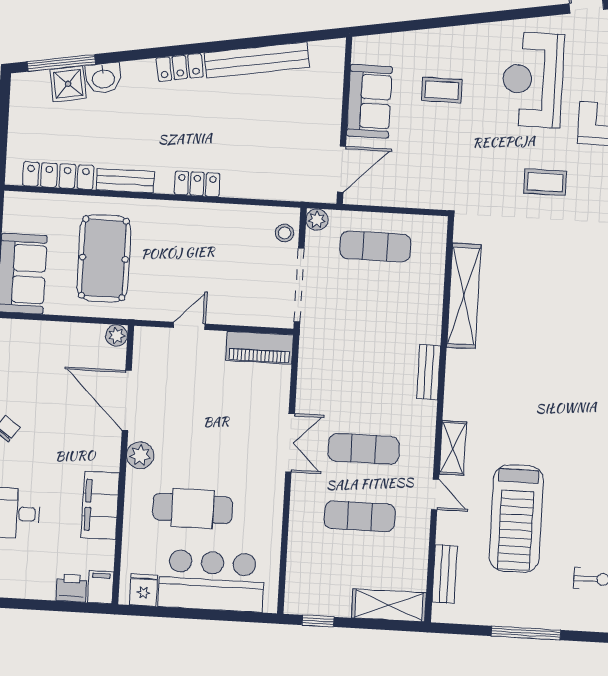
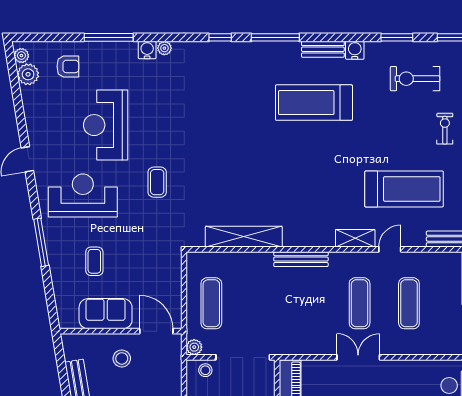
window: (472, 19) -> (41, 242), added
reception desk: (533, 80) -> (83, 195), turned 180
stool: (307, 120) -> (122, 358), added
bench: (429, 372) -> (301, 259), width x1.36

